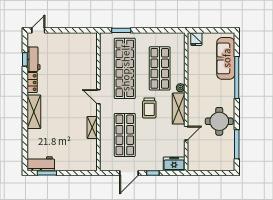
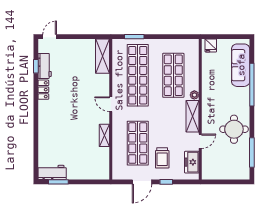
trolley: (149, 108) -> (162, 158), moved
shelving: (34, 112) -> (103, 56), moved
freezer: (174, 164) -> (192, 162), moved, turned -90

